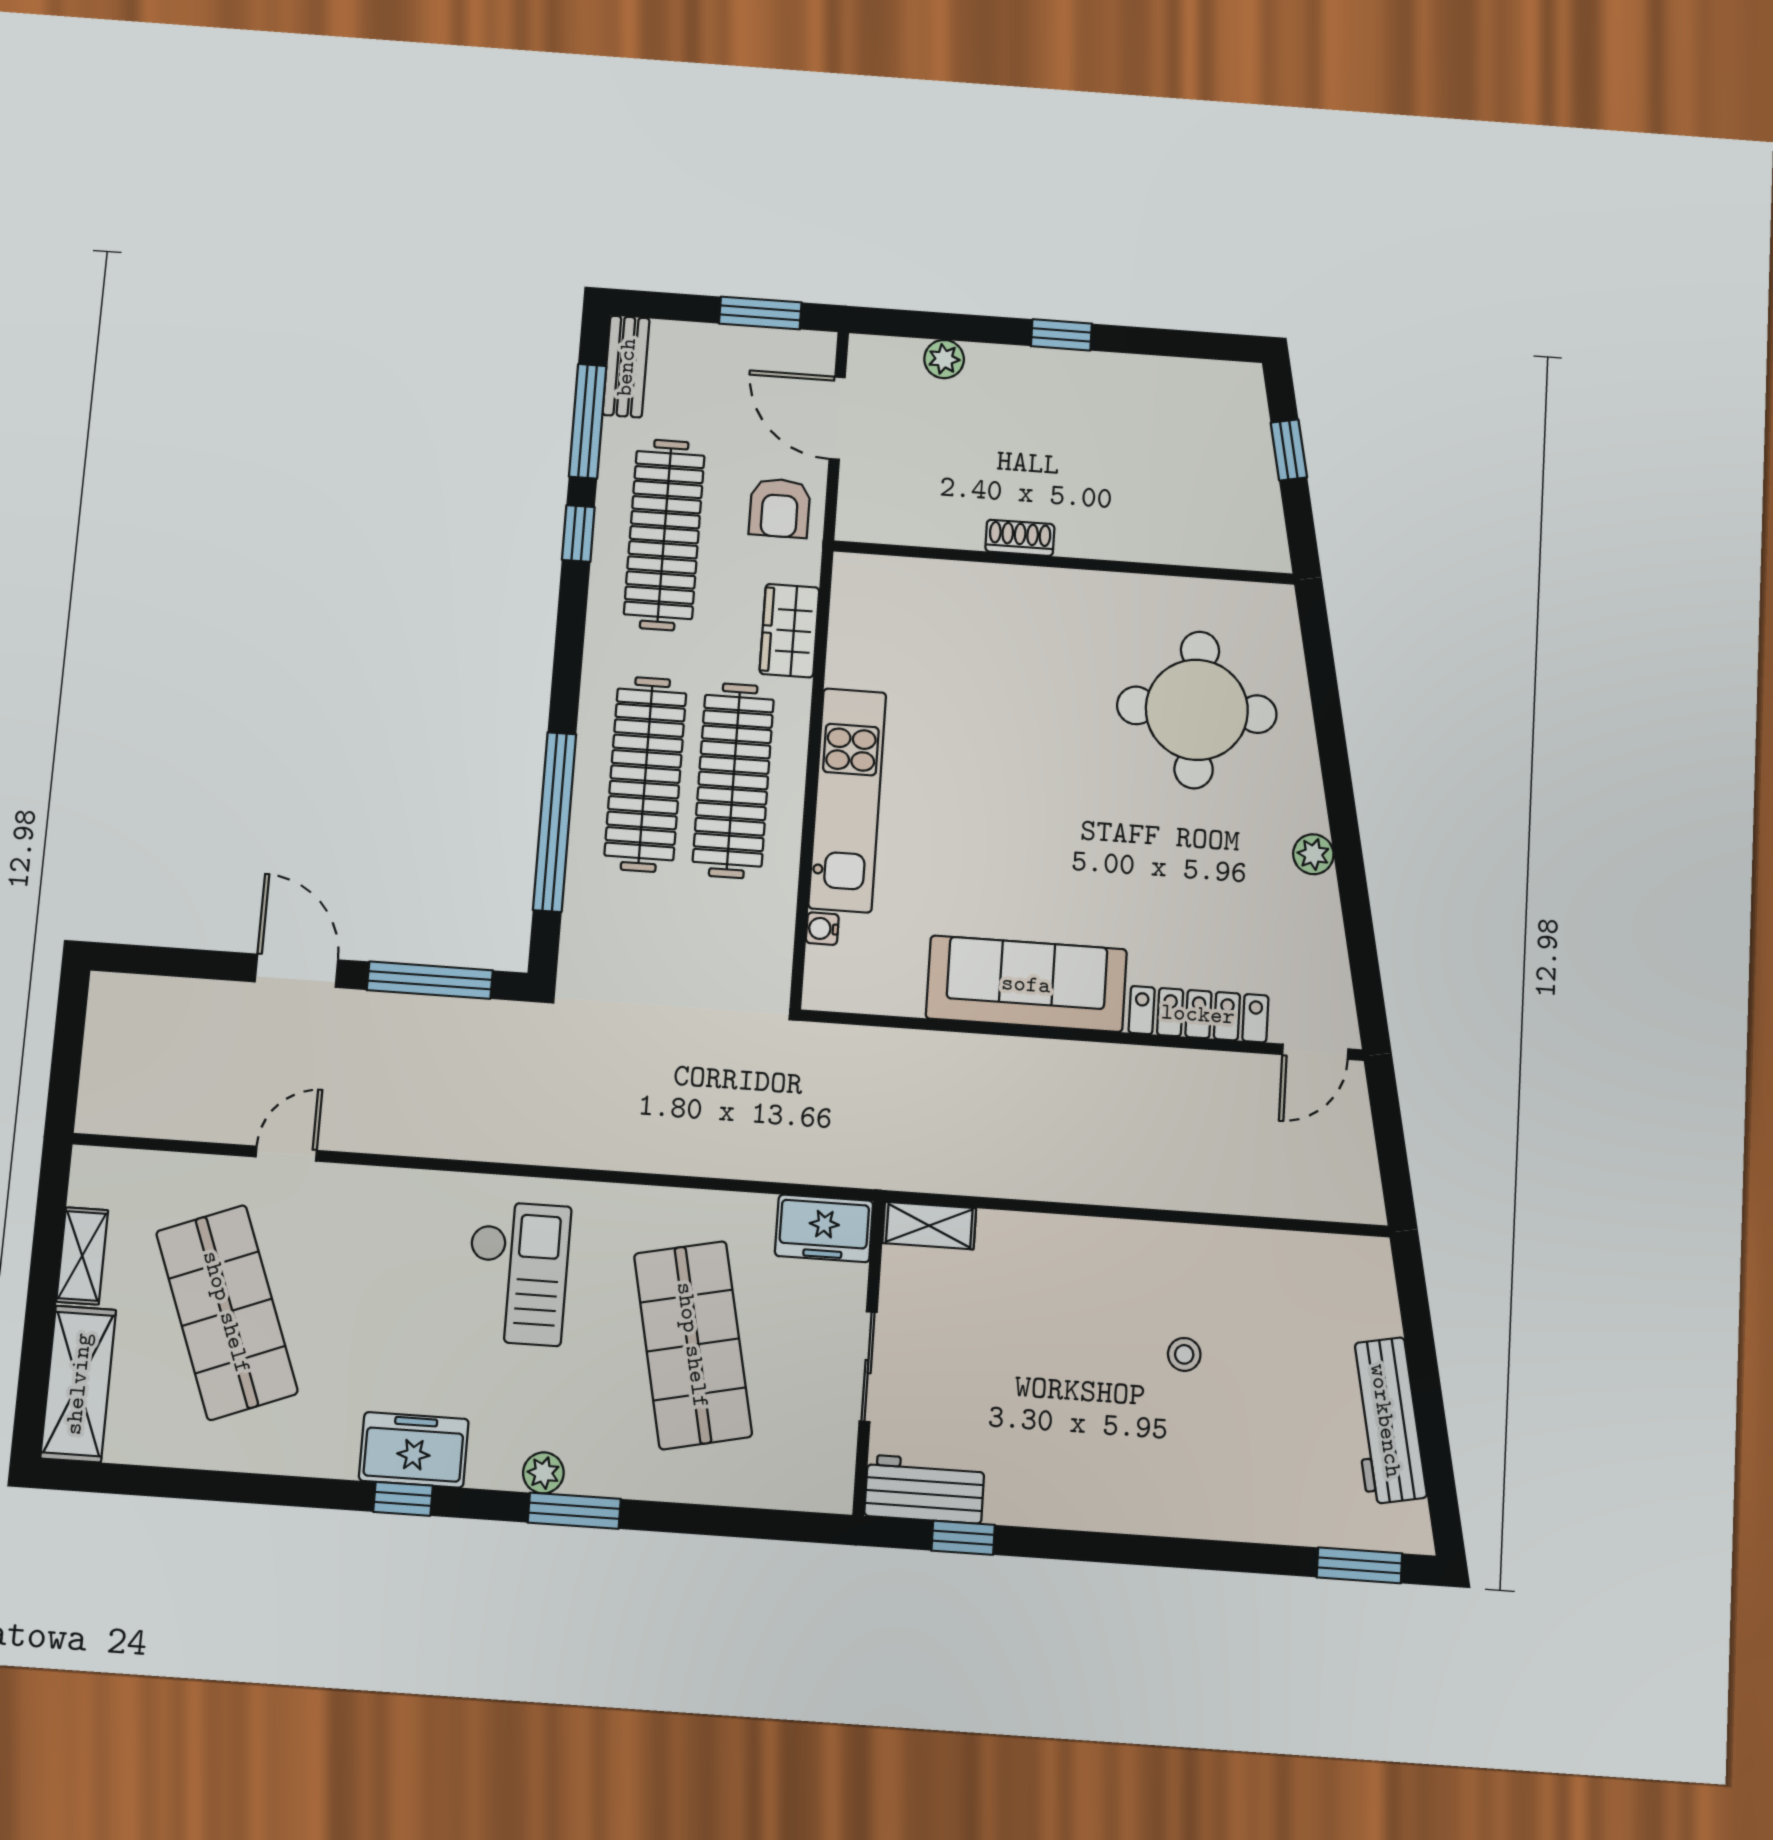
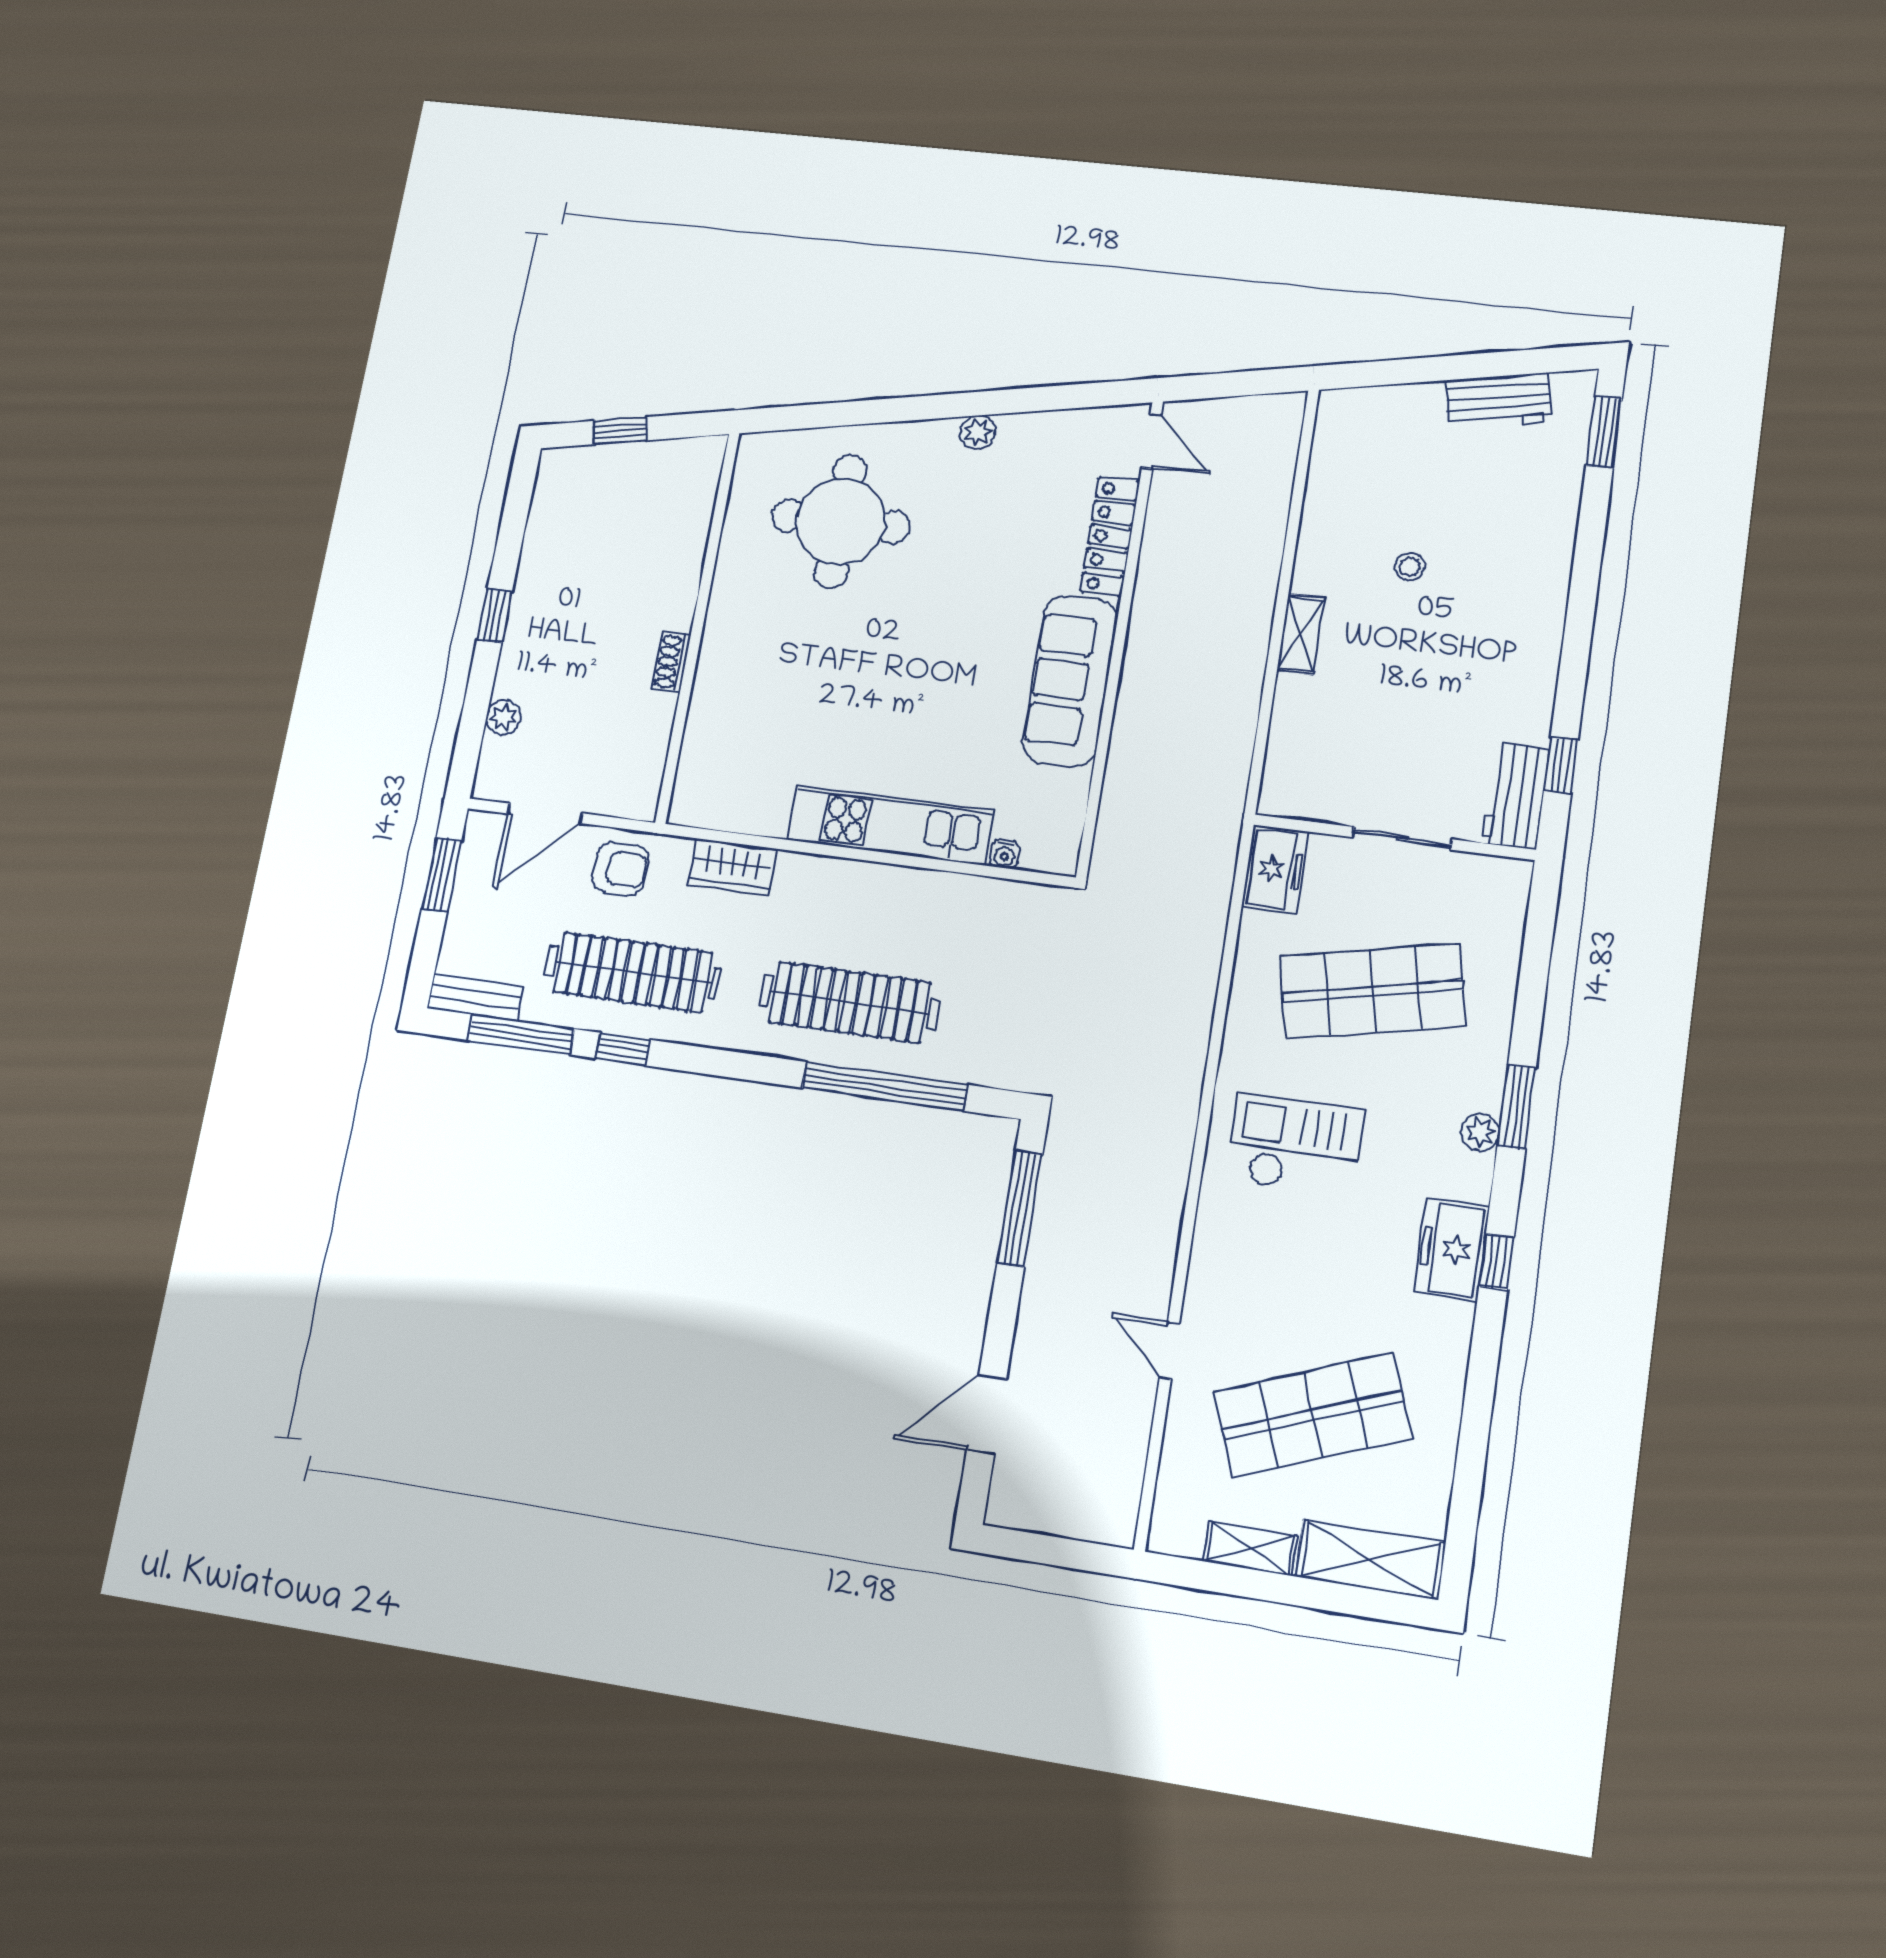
clothes rail: (733, 780) -> (863, 925), removed
door: (296, 971) -> (987, 1415), moved
shelving: (929, 1226) -> (1301, 634), moved
workbench: (1386, 1421) -> (1498, 401), width x0.73

